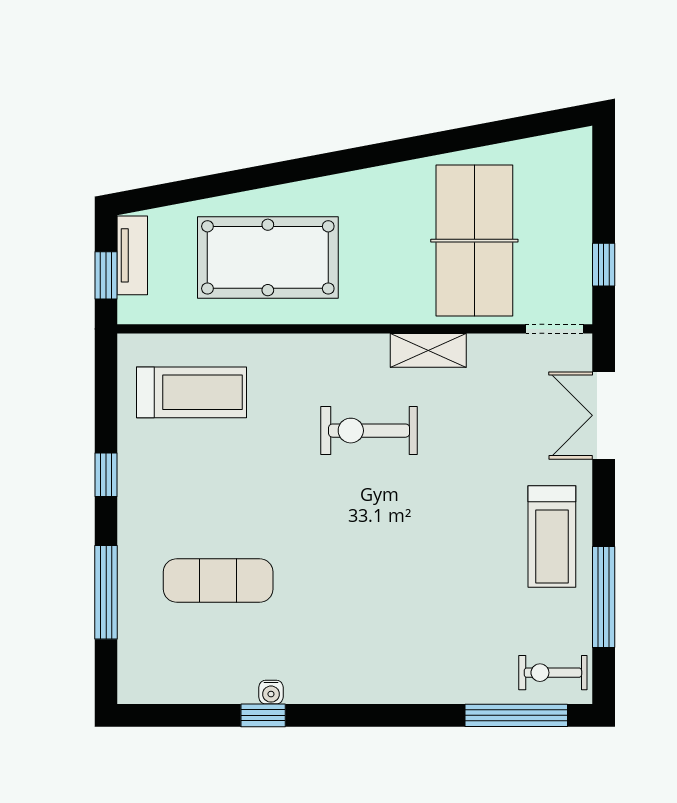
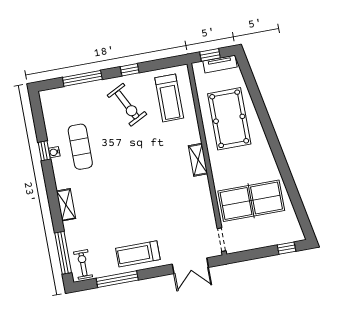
window: (604, 265) -> (286, 248), moved
shelving: (428, 350) -> (198, 160), moved
double door: (604, 415) -> (190, 266), swing flipped
exercise bike: (369, 431) -> (127, 105), moved, turned 153
exercise mat: (218, 580) -> (80, 147), moved
shelving: (402, 687) -> (66, 205), added

